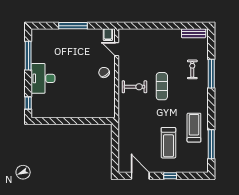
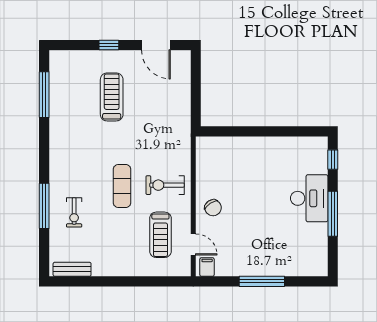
window: (28, 56) -> (333, 214), moved
treadmill: (194, 128) -> (160, 235), moved

